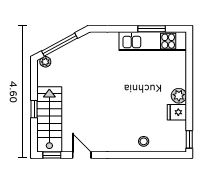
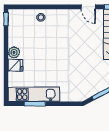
fridge: (177, 112) -> (15, 65), moved

